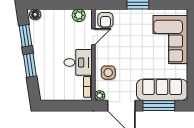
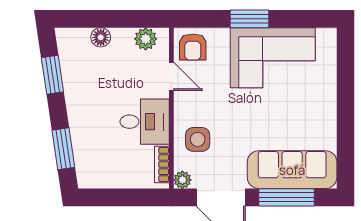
floor lamp: (35, 14) -> (101, 37), moved
door: (93, 37) -> (171, 76), hinge flipped
corner sofa: (170, 39) -> (273, 58), moved, turned -90
window: (30, 65) -> (63, 149), moved

